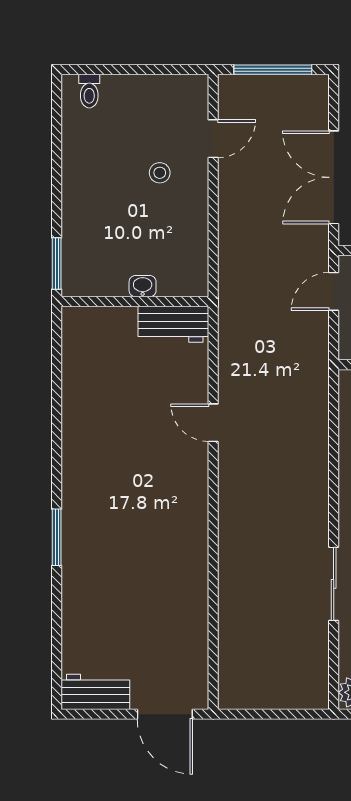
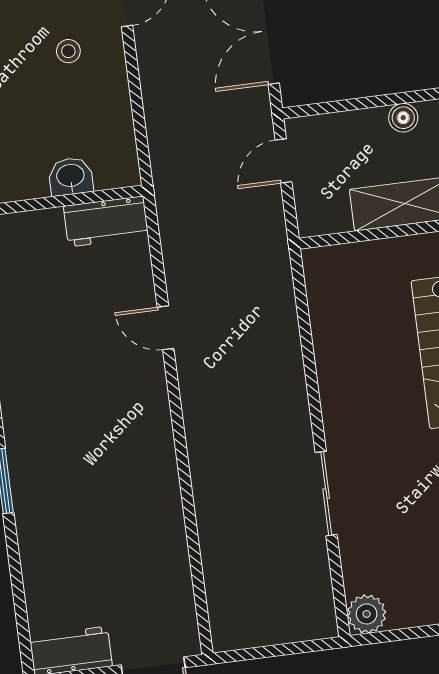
washbasin: (143, 286) -> (71, 176), width x1.38, depth x1.45

